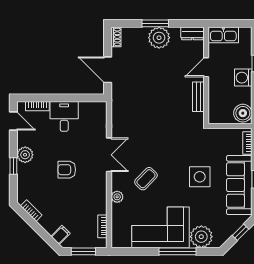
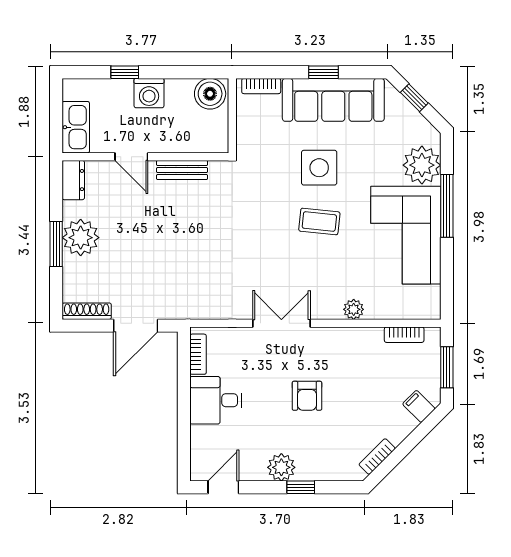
shoe rack: (116, 37) -> (87, 311), width x1.43
bookcase: (37, 106) -> (198, 354), moved
coffee table: (146, 179) -> (319, 222), moved, turned -38

